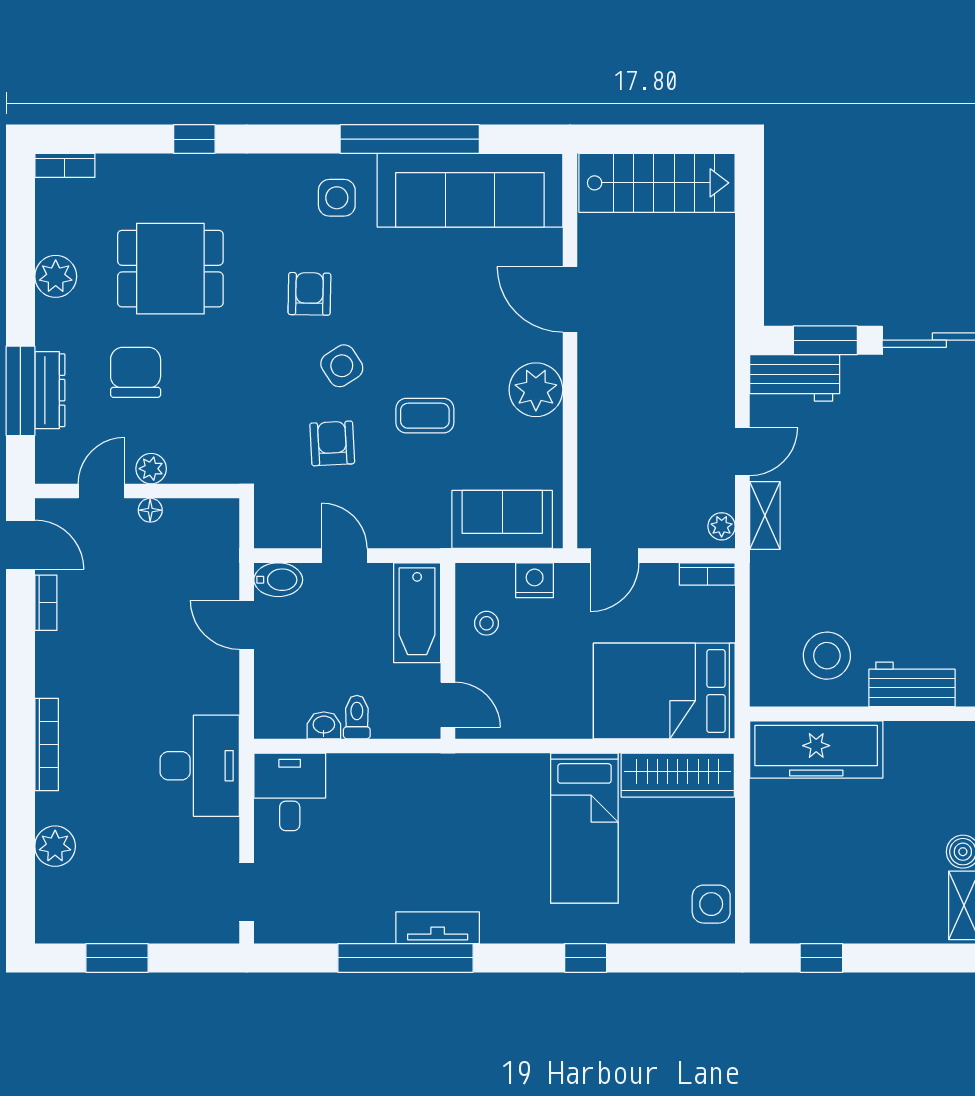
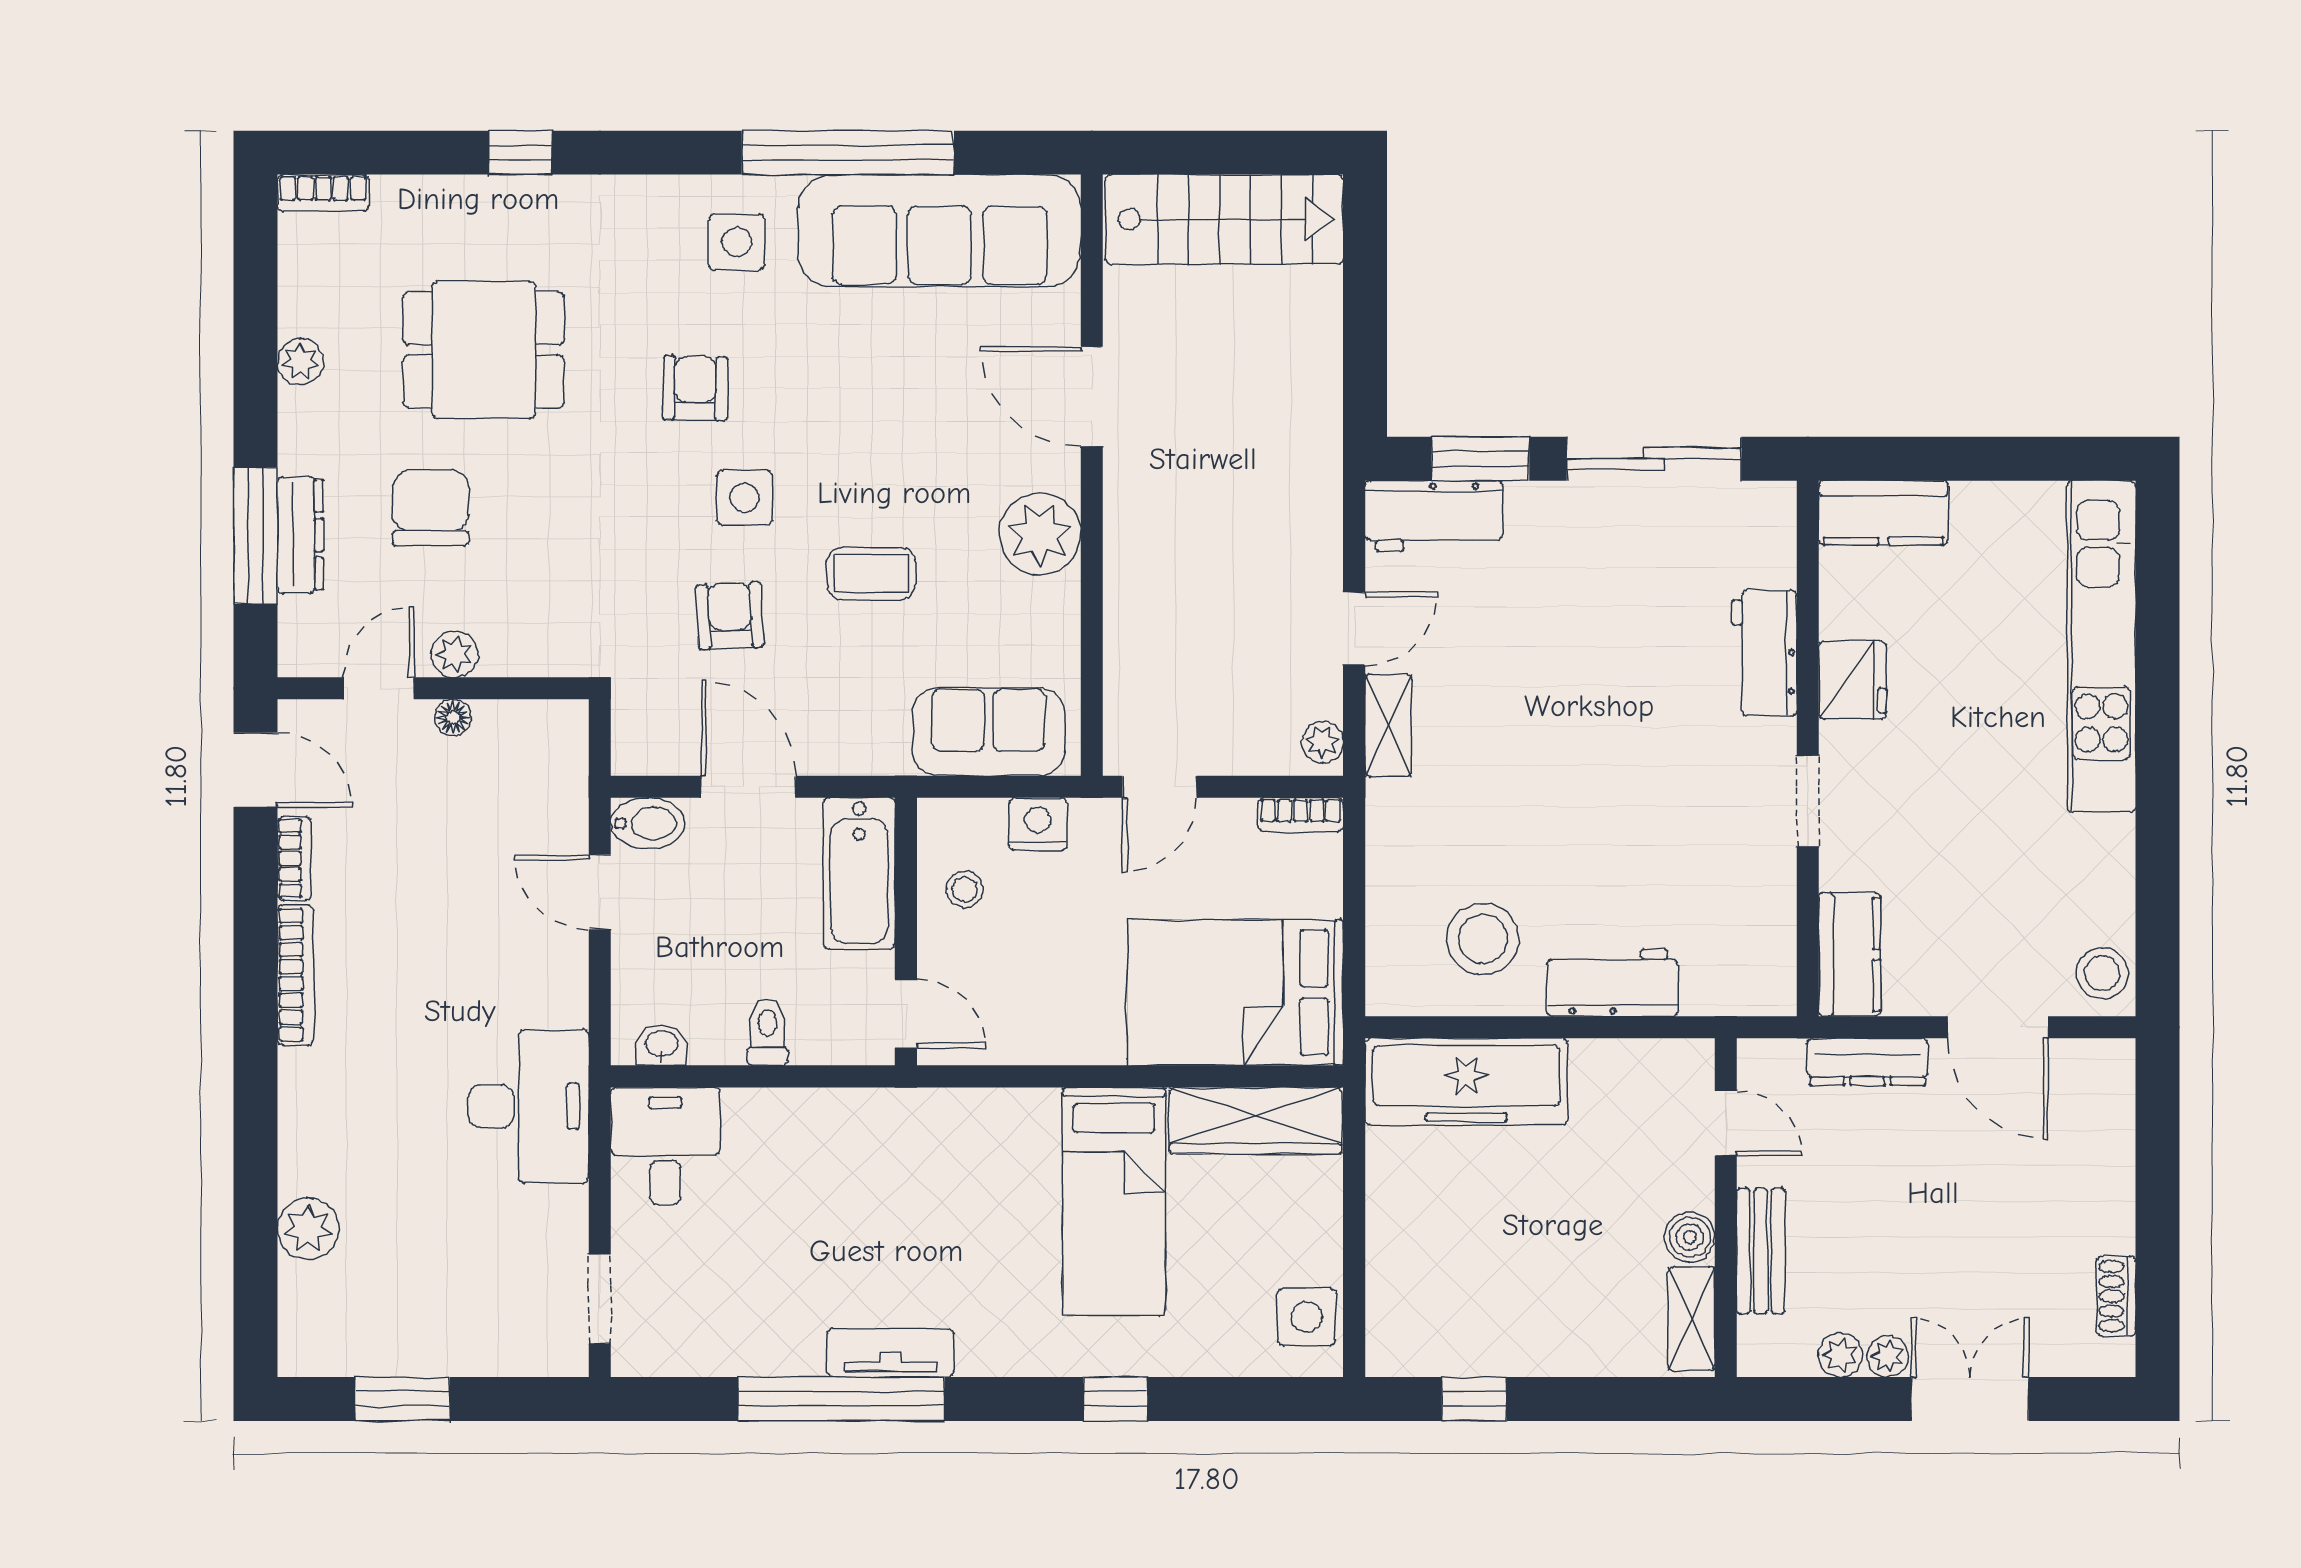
plant: (56, 276) -> (300, 362), width x0.73, depth x0.73
side table: (342, 366) -> (745, 498), turned 33
door: (344, 556) -> (748, 787), width x1.37
washbasin: (324, 725) -> (662, 1045), moved
bookcase: (47, 744) -> (295, 975), moved

